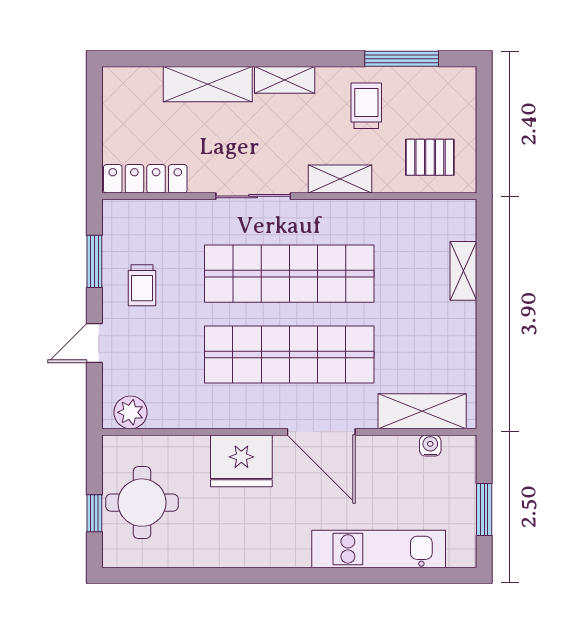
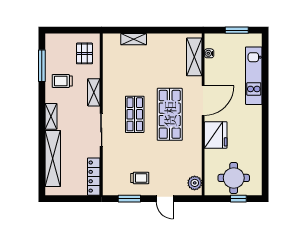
shelving: (208, 84) -> (53, 158), width x1.47
shop shelf: (289, 274) -> (135, 114), width x0.50, depth x0.74
shop shelf: (289, 354) -> (170, 114), width x0.71

